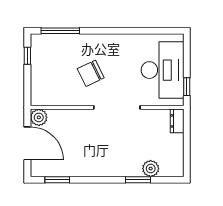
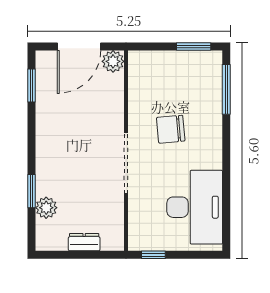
window: (27, 56) -> (194, 46), width x1.50
desk: (163, 70) -> (195, 207), moved, turned -90
chair: (91, 73) -> (171, 129), turned -69
dresser: (177, 121) -> (84, 242), moved

